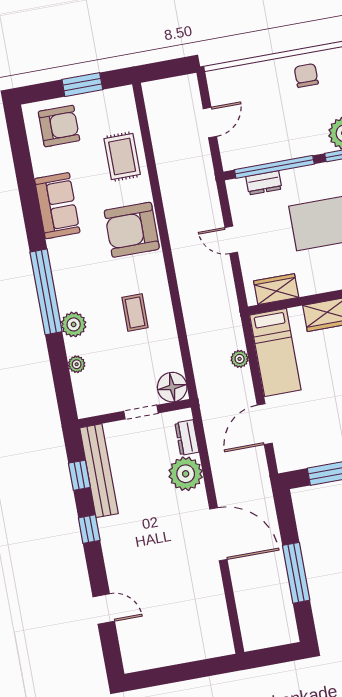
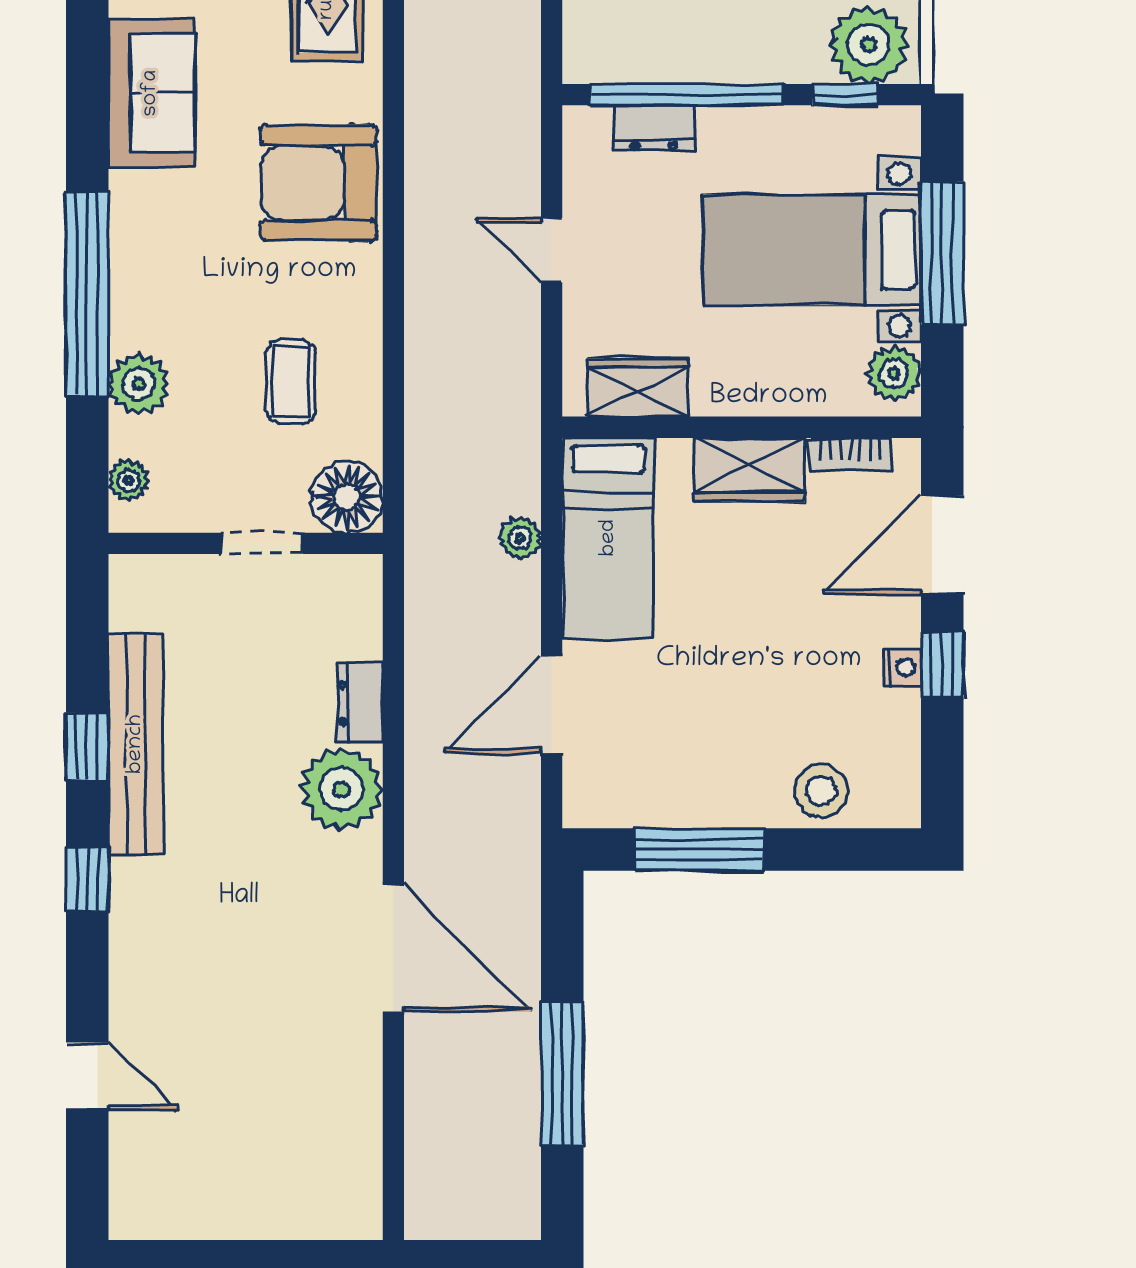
floor lamp: (172, 387) -> (347, 497), moved
doorway: (141, 412) -> (262, 543), moved
wall: (134, 413) -> (246, 543), moved

